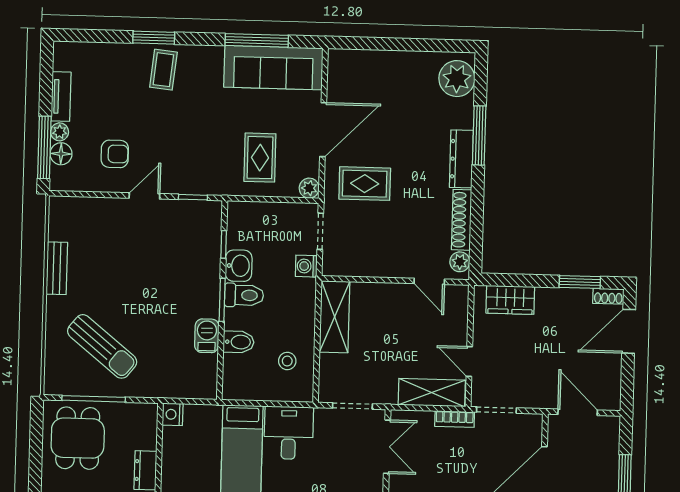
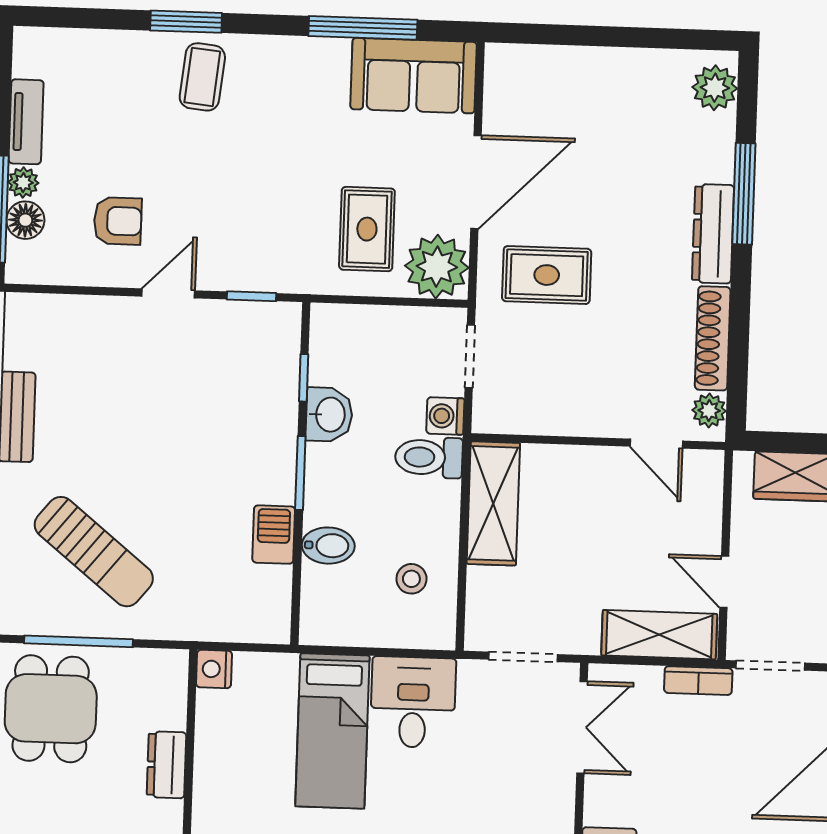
sofa: (273, 68) -> (414, 76), width x0.73
plant: (457, 79) -> (715, 88), width x0.73, depth x0.73
plant: (309, 188) -> (437, 267), width x1.88, depth x1.88
toilet: (244, 295) -> (429, 457), moved, turned 180

